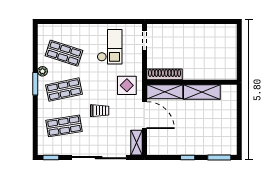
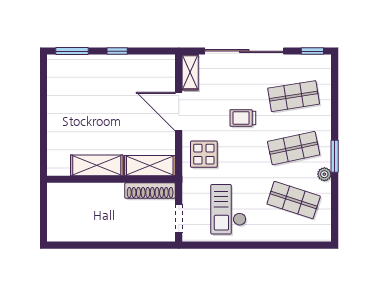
shoe rack: (165, 74) -> (150, 191), moved
wall: (192, 82) -> (111, 179), moved
shelving: (165, 92) -> (150, 166), moved
shelving: (202, 92) -> (97, 165), moved

